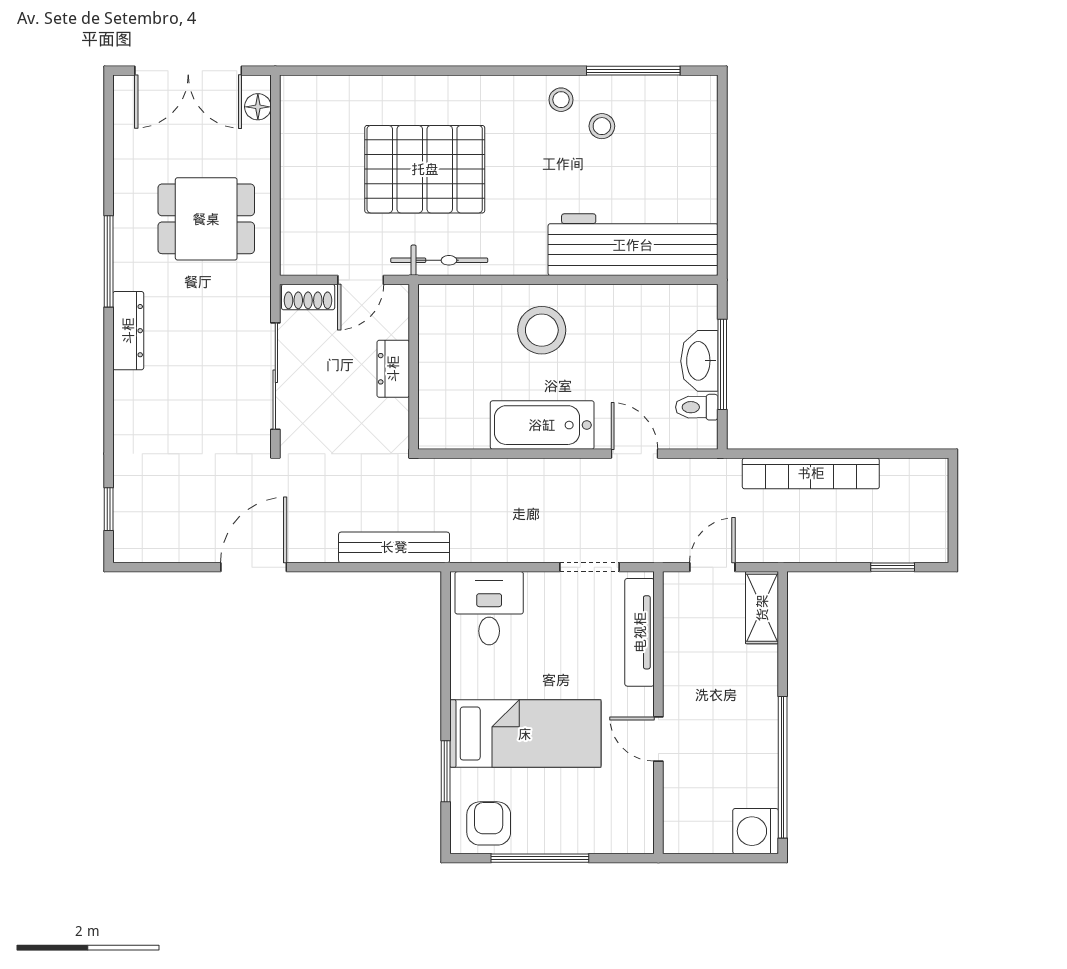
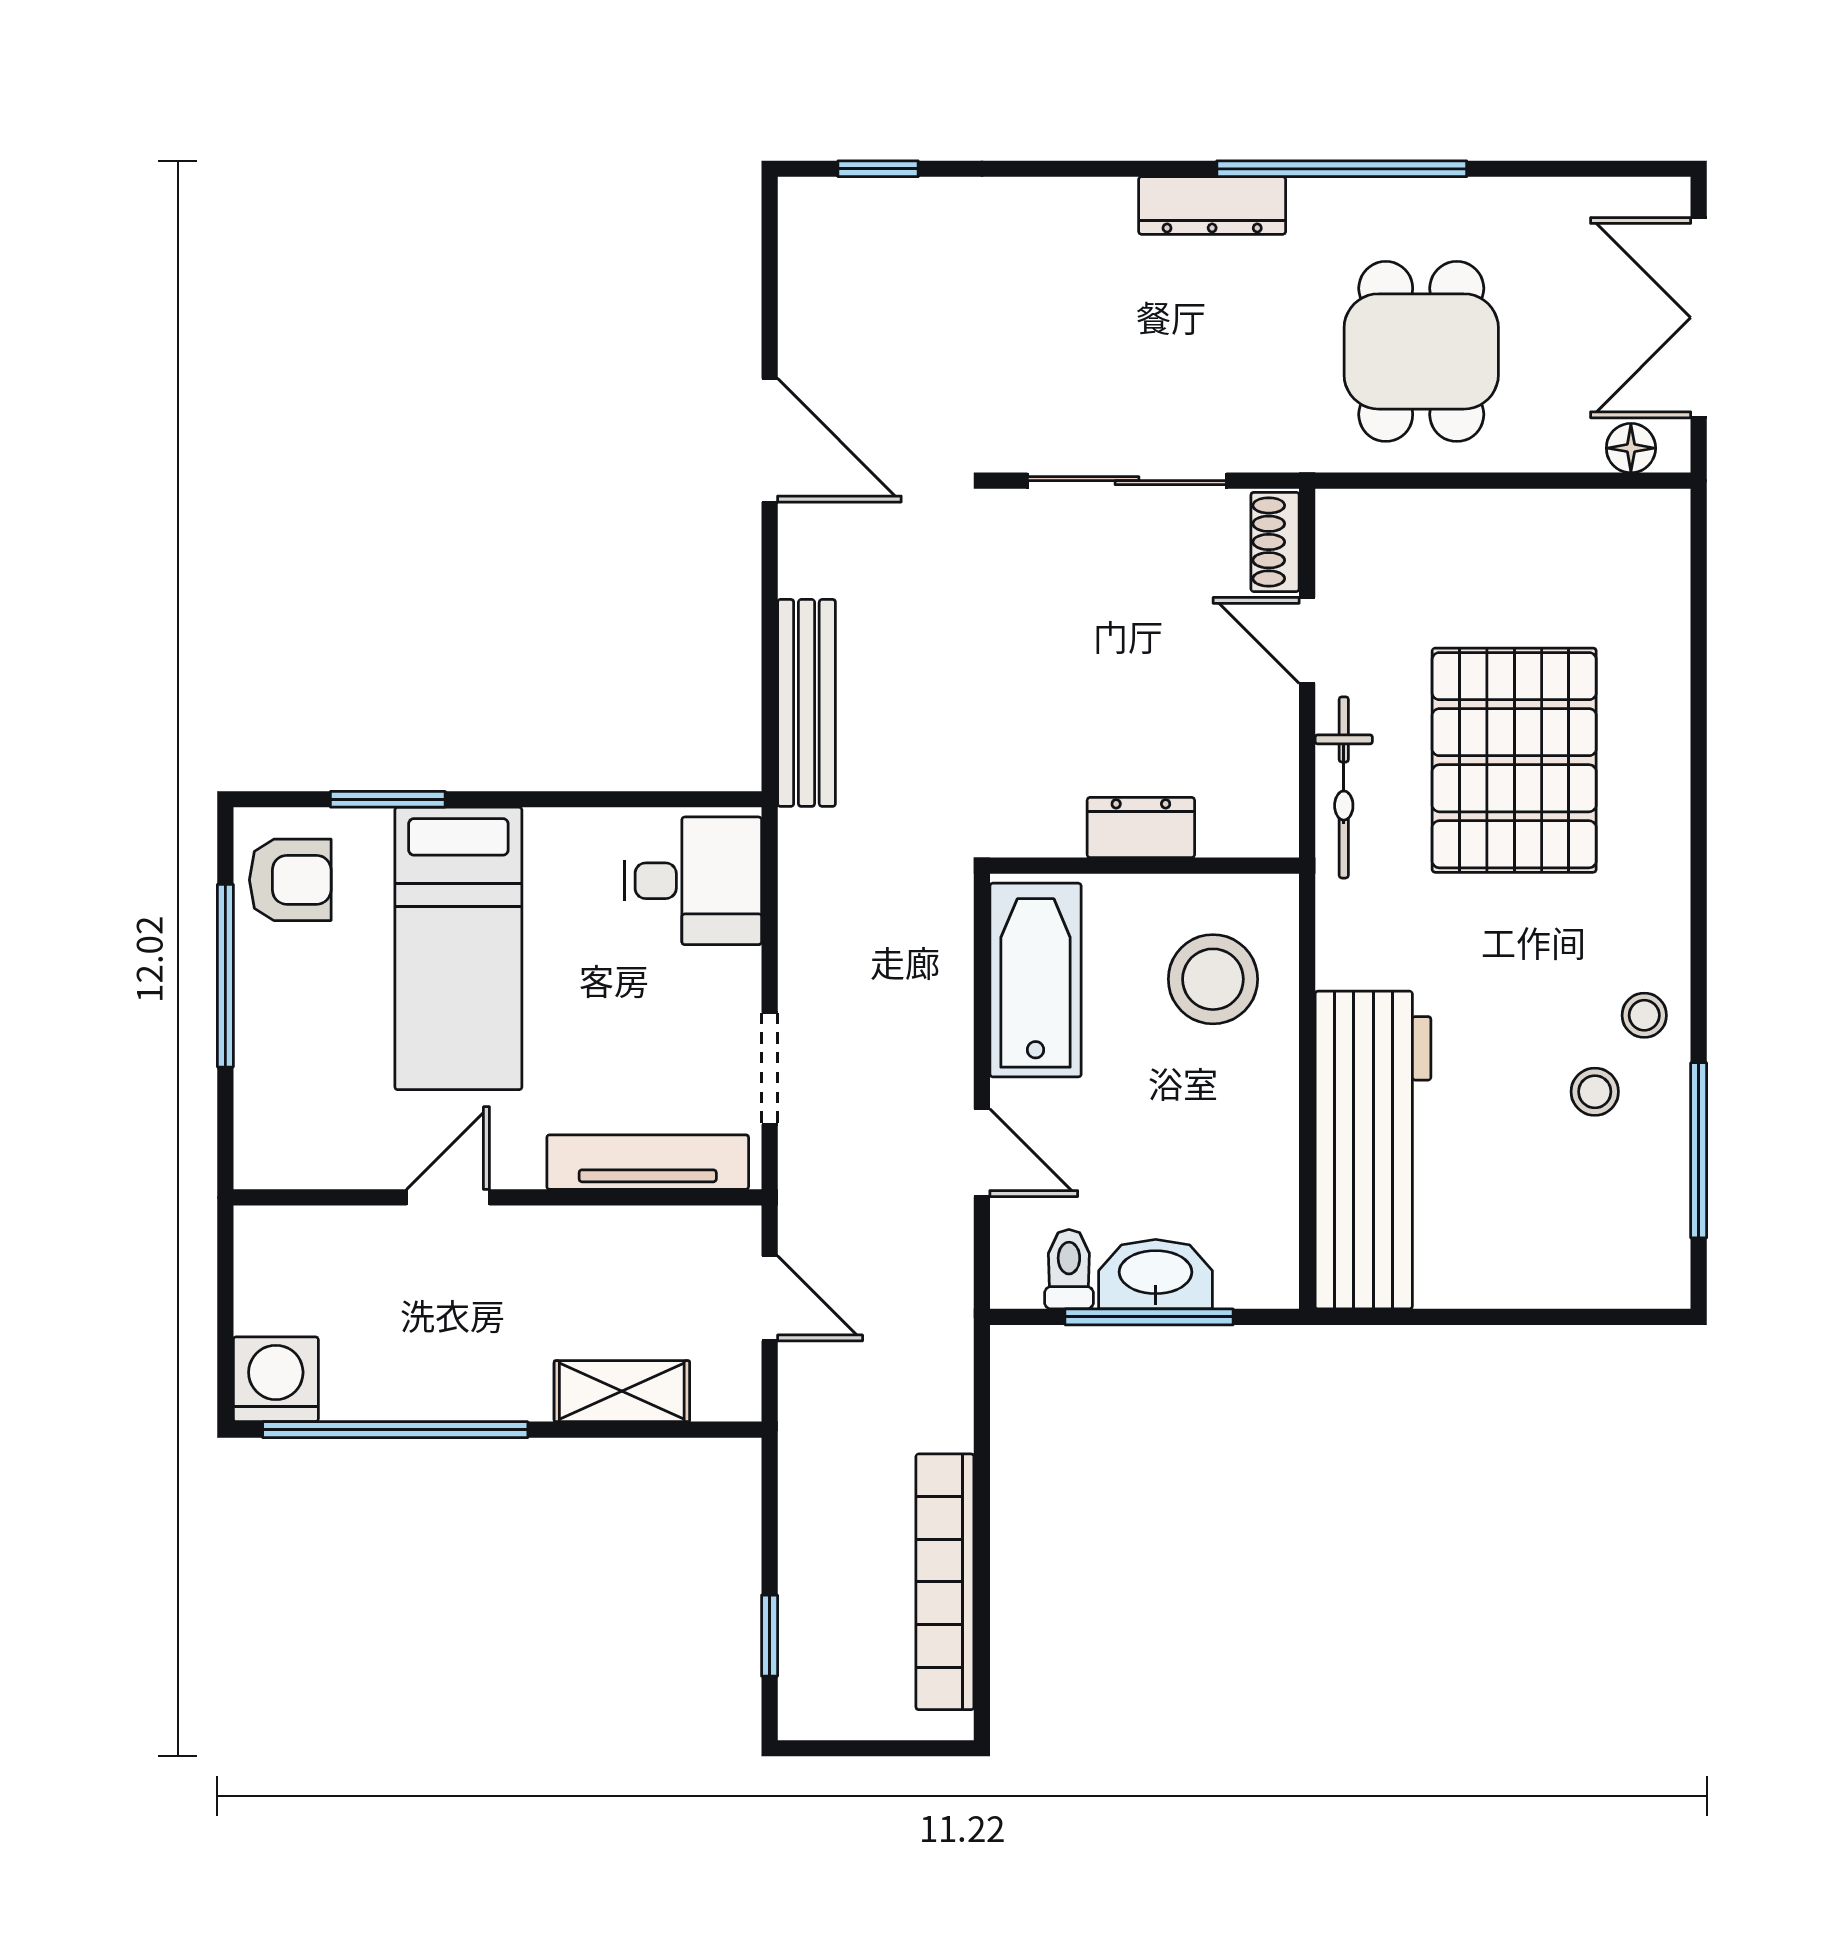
window: (109, 261) -> (1342, 169), width x1.46
wall: (414, 367) -> (1145, 866), moved
dresser: (393, 369) -> (1141, 827), moved
door: (634, 454) -> (982, 1153), hinge flipped
bookcase: (811, 473) -> (945, 1582), moved
shelving: (762, 608) -> (622, 1391), moved

